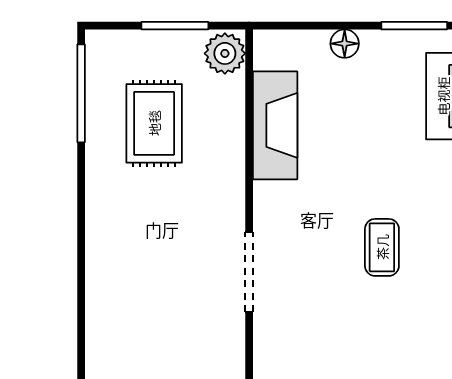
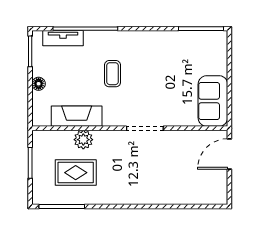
plant: (225, 53) -> (83, 140), moved
coffee table: (382, 247) -> (113, 74), moved, turned 90

